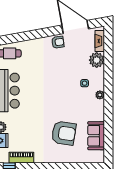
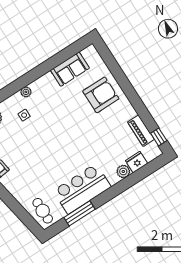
armchair: (64, 133) -> (101, 95), moved, turned 81

